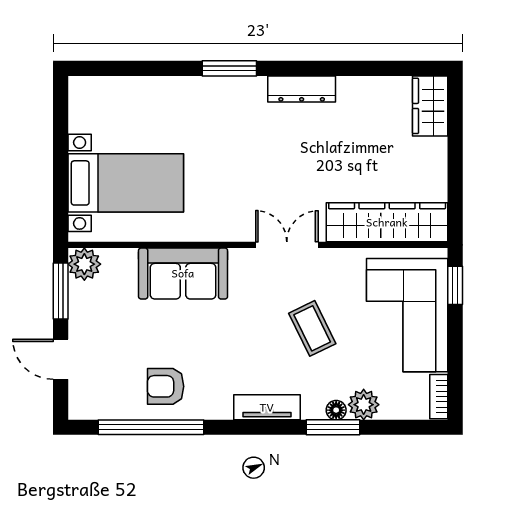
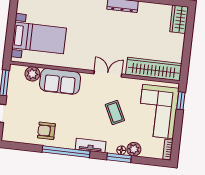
plant: (84, 264) -> (32, 74), moved
window: (151, 427) -> (66, 152), moved

